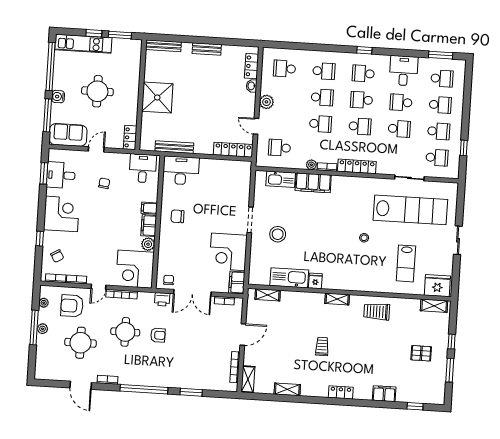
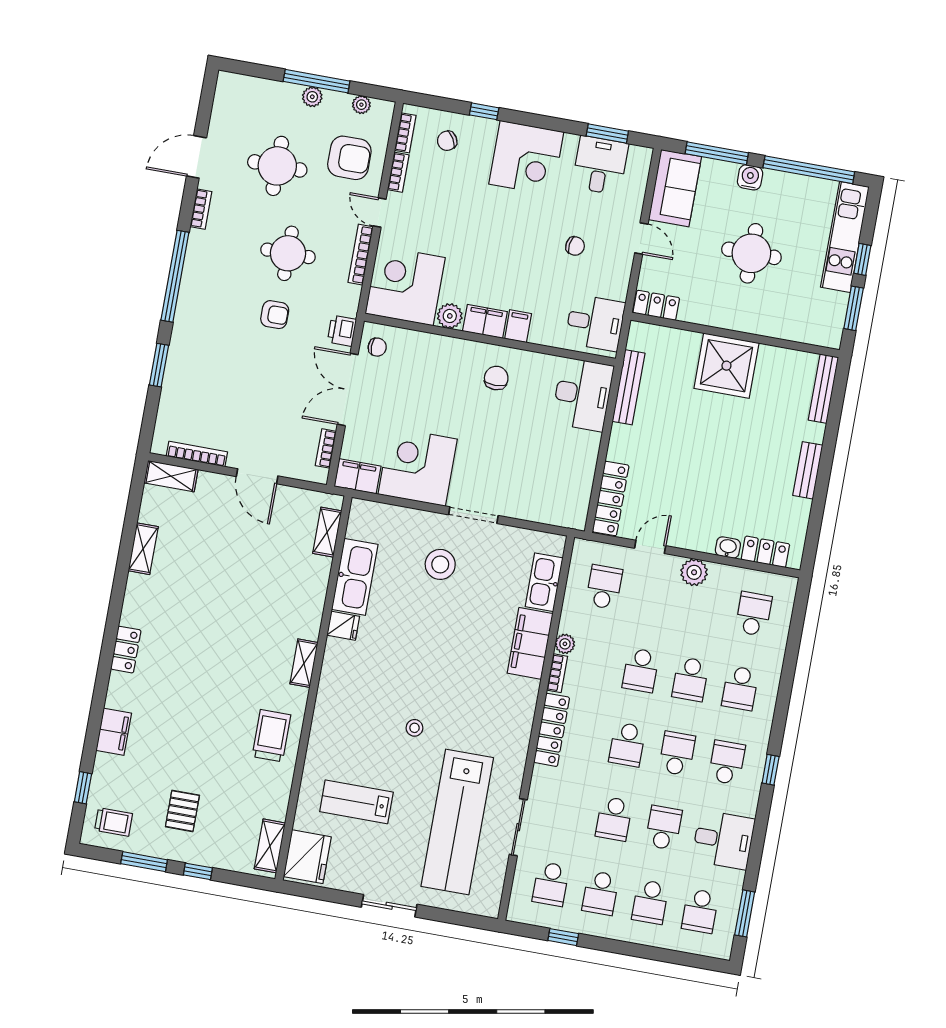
armchair: (72, 306) -> (349, 158), turned 90
armchair: (158, 335) -> (275, 315), turned -90
trolley: (322, 346) -> (114, 822), moved

